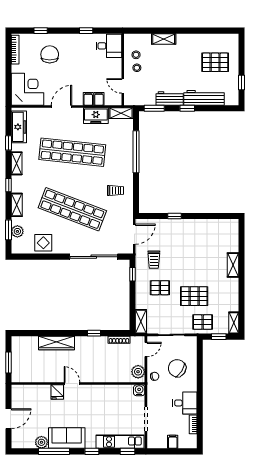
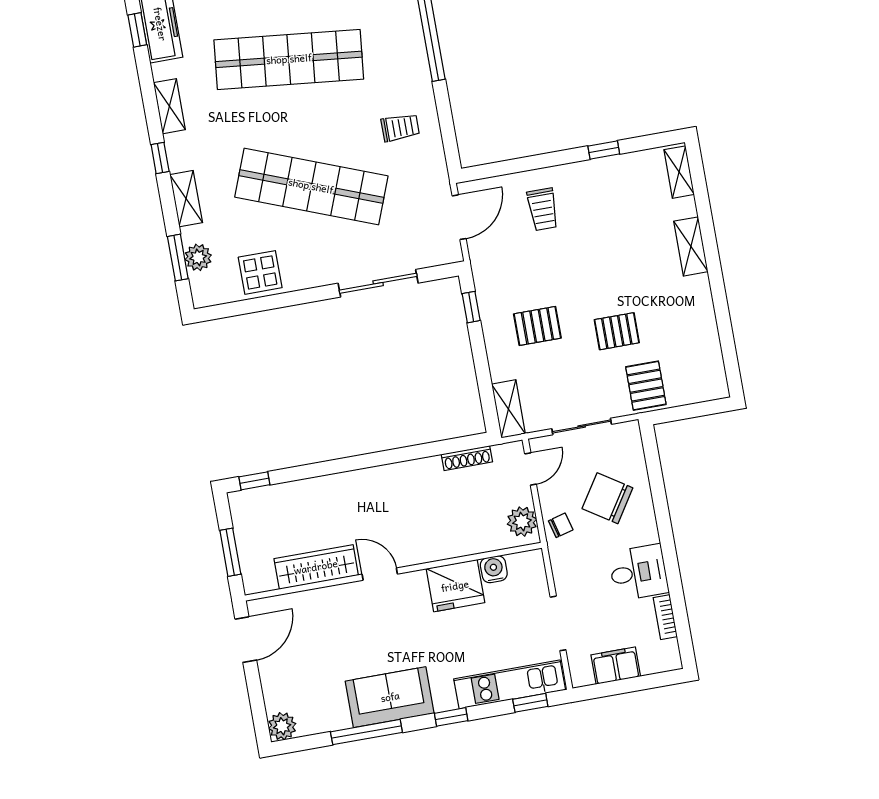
window: (9, 143) -> (137, 30), moved
window: (174, 216) -> (604, 150), moved
sliding door: (94, 257) -> (378, 283), width x0.73
trolley: (154, 260) -> (543, 209), moved
pallet: (194, 296) -> (617, 331), width x0.67, depth x0.71
pallet: (203, 322) -> (646, 386), turned 90
shelving: (234, 323) -> (679, 172), moved
window: (94, 333) -> (254, 481), moved
window: (219, 337) -> (688, 412), removed
wardrobe: (56, 343) -> (316, 567), moved, turned 180
water cooler: (139, 390) -> (494, 569), moved
fridge: (57, 392) -> (455, 586), moved, width x1.88, depth x1.34
door: (9, 419) -> (246, 640), moved
plant: (41, 442) -> (282, 726), moved
filing cabinet: (173, 442) -> (616, 666), width x2.00

